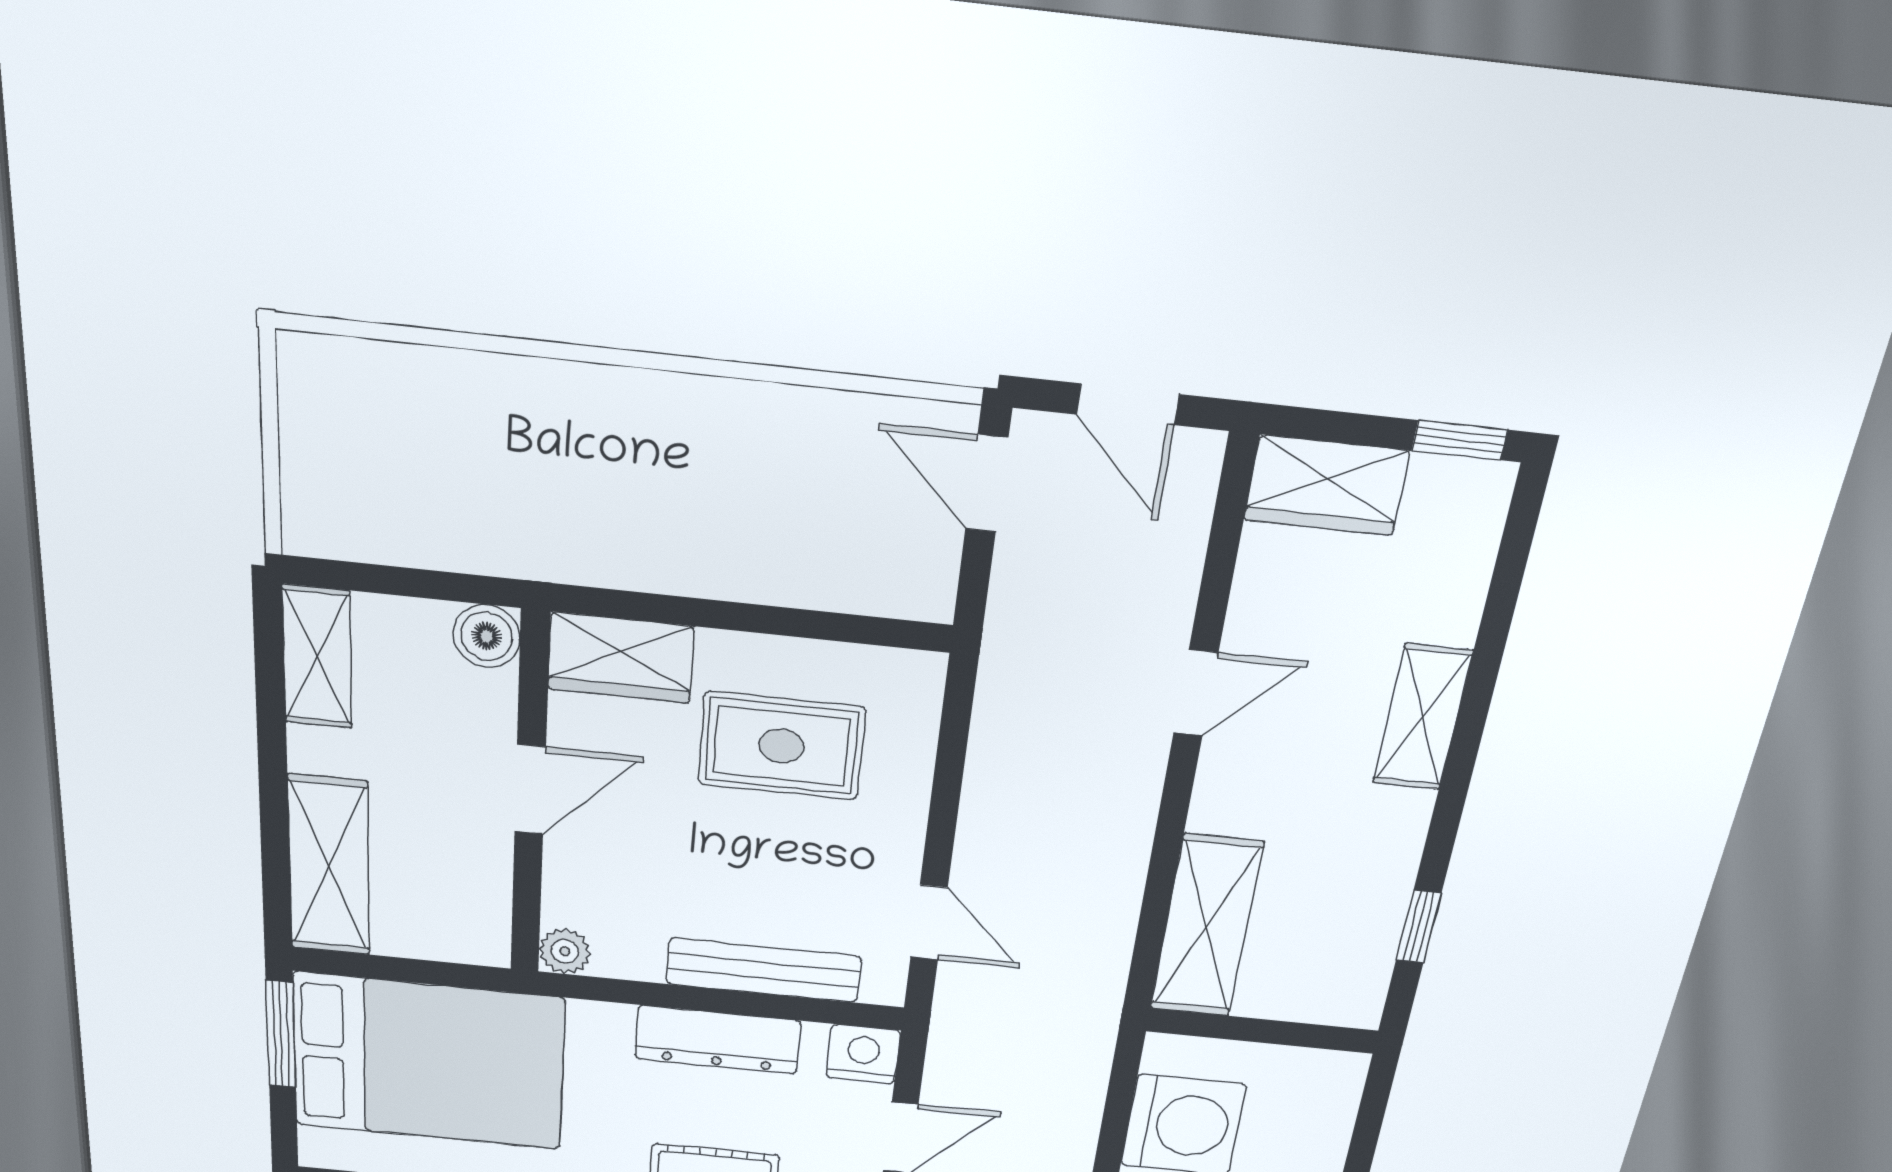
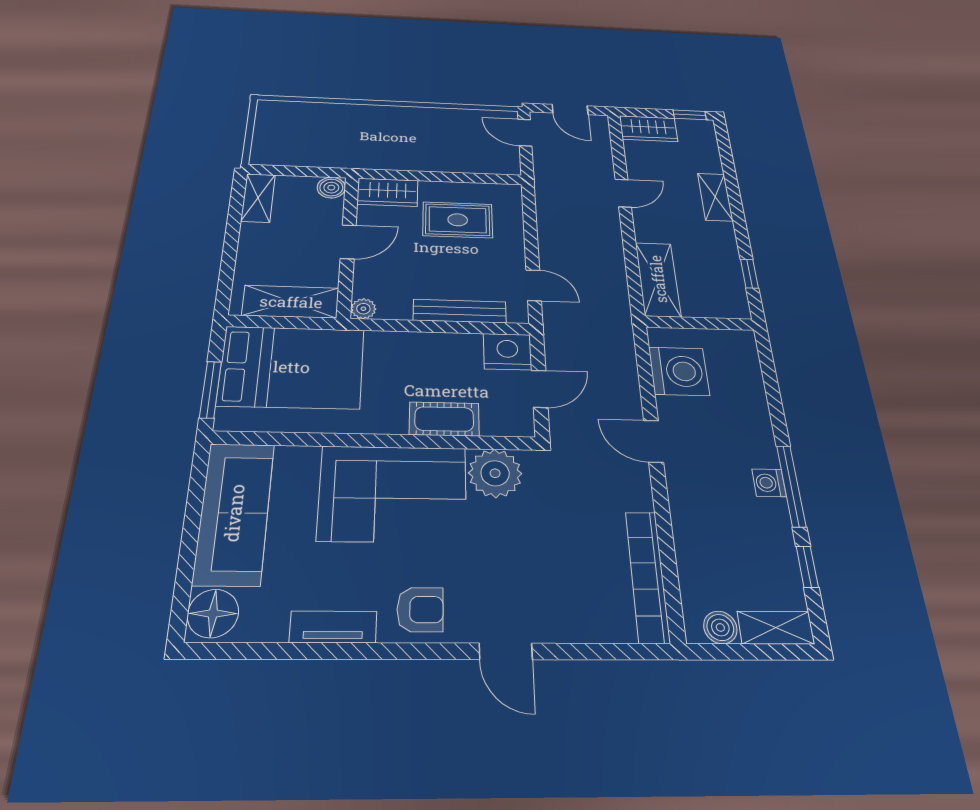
shelving: (329, 866) -> (291, 302), moved, turned 90
window: (281, 1034) -> (211, 390), moved
dresser: (718, 1040) -> (441, 345), removed
nightstand: (863, 1054) -> (507, 352), width x1.36, depth x1.33

